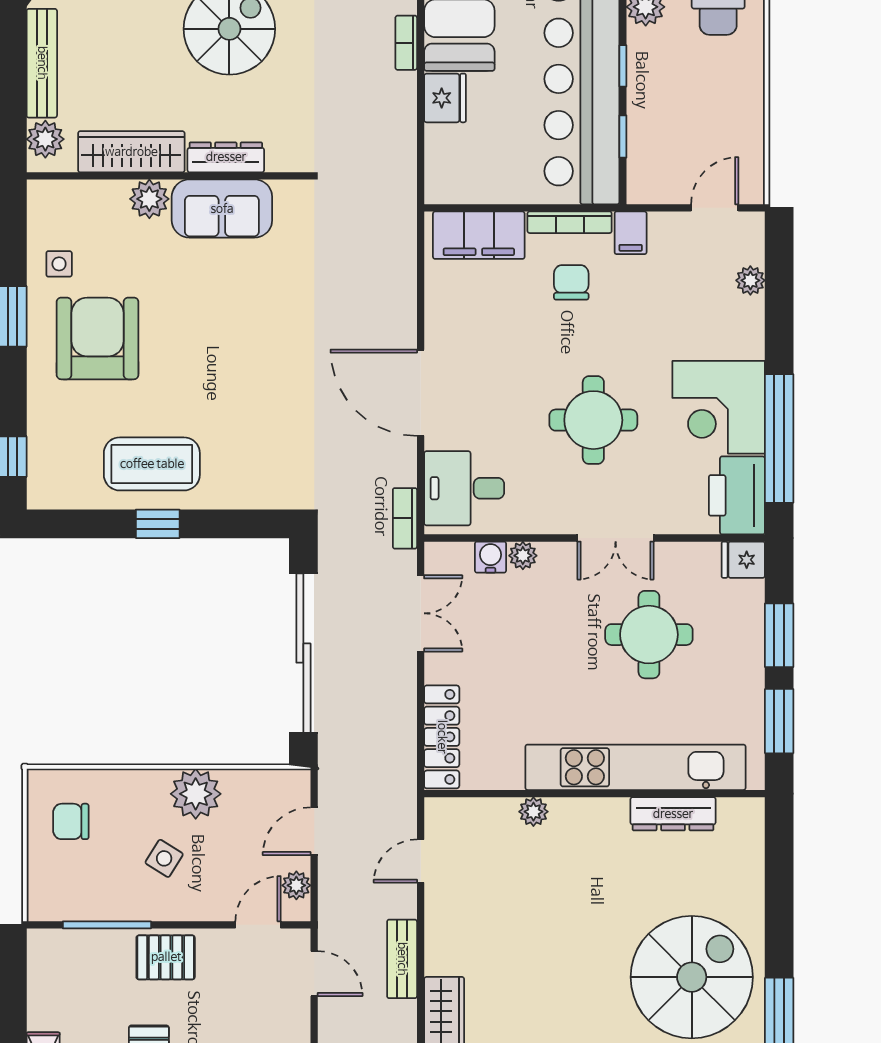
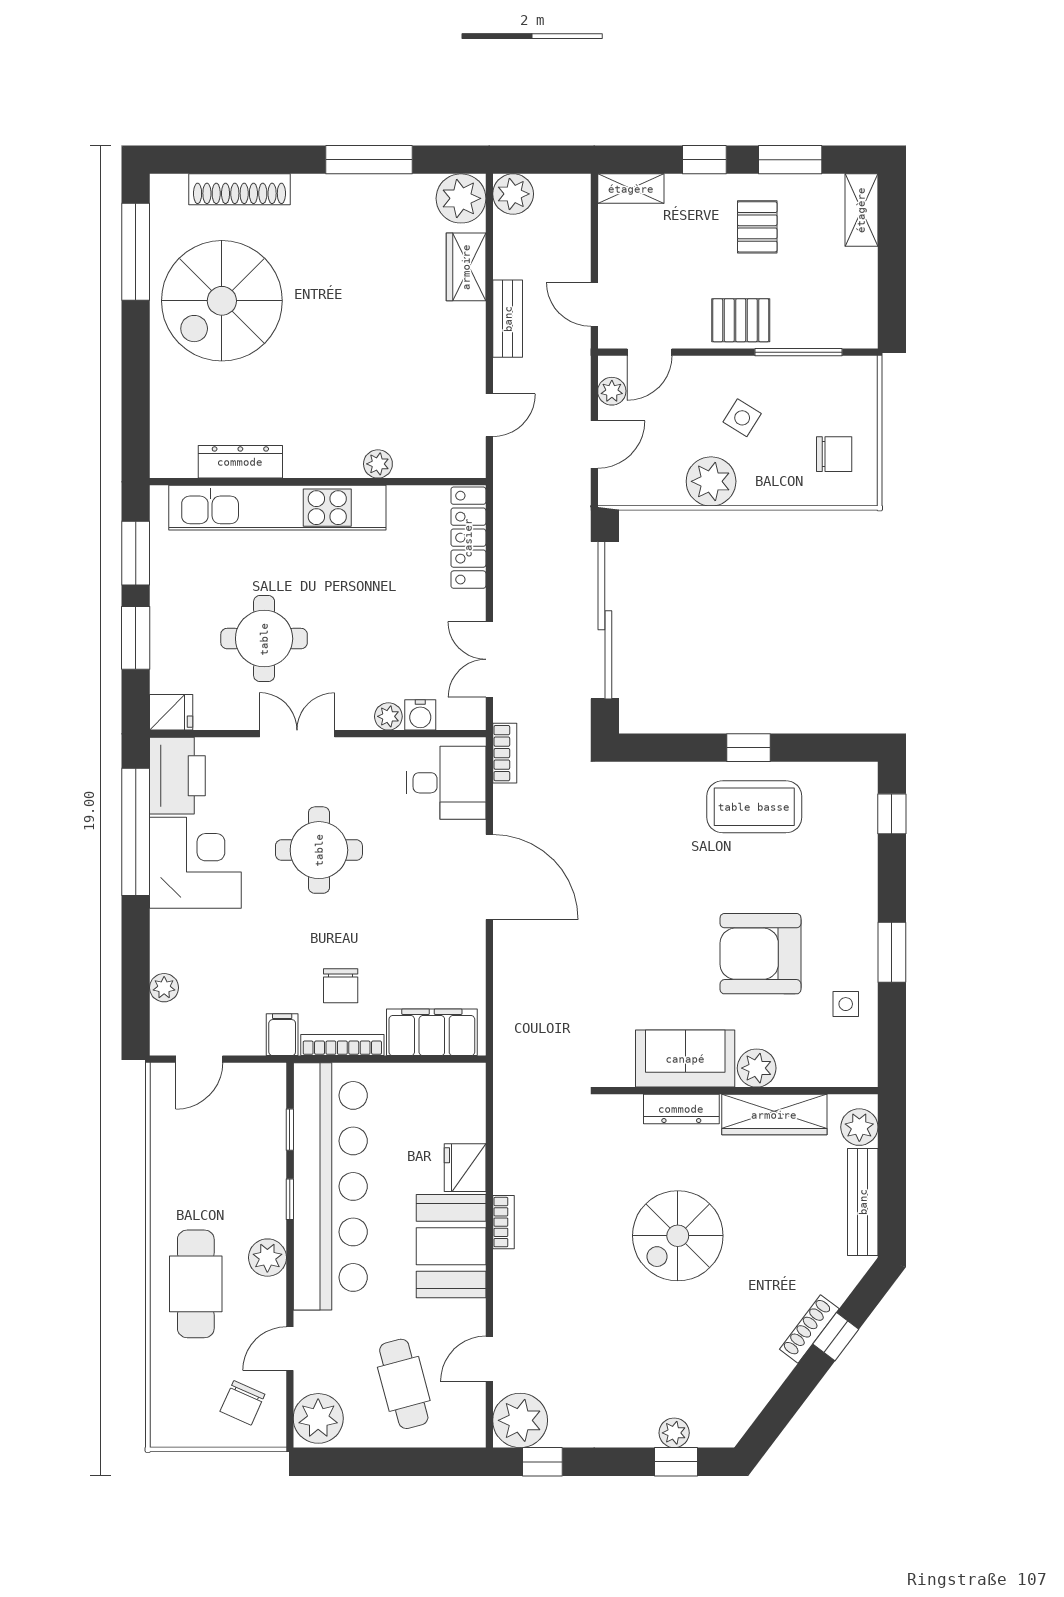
armchair: (98, 338) -> (760, 954), moved, turned 90

